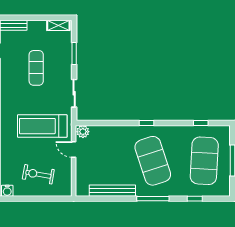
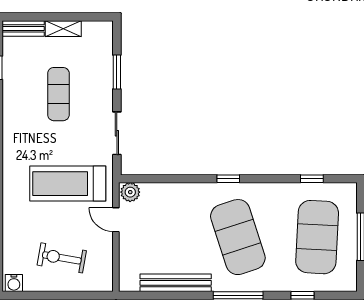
shelving: (58, 25) -> (63, 29), moved

